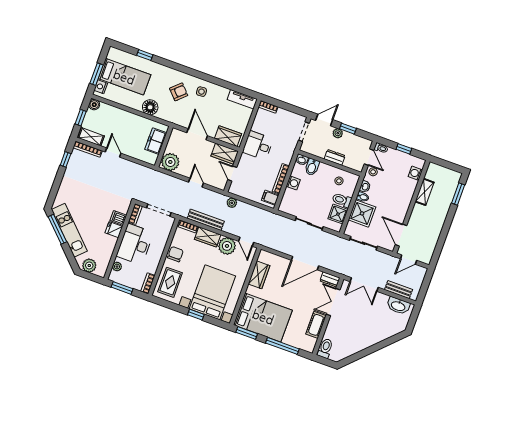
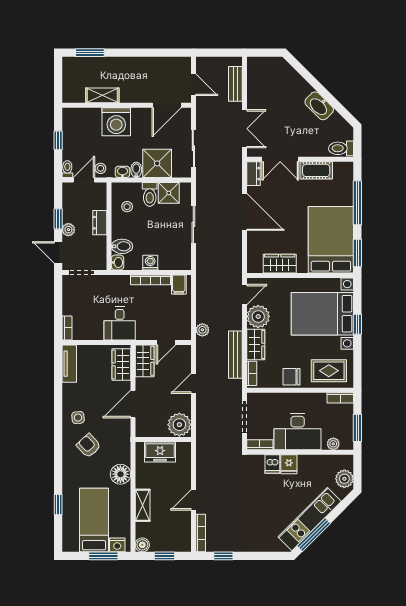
shelving: (91, 137) -> (143, 505), moved
washing machine: (415, 173) -> (116, 122), moved, width x1.89, depth x1.89
washbasin: (398, 306) -> (319, 106), moved, turned 135

